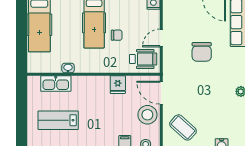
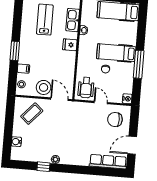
chair: (202, 52) -> (115, 119), moved
fridge: (118, 85) -> (70, 45), moved
door: (161, 93) -> (59, 99), hinge flipped

